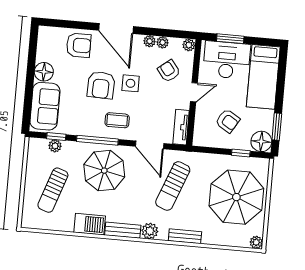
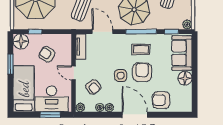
door: (194, 92) -> (74, 73), hinge flipped
coffee table: (117, 120) -> (141, 49), moved
window: (277, 127) -> (10, 64), moved
plant: (55, 146) -> (187, 25), moved

